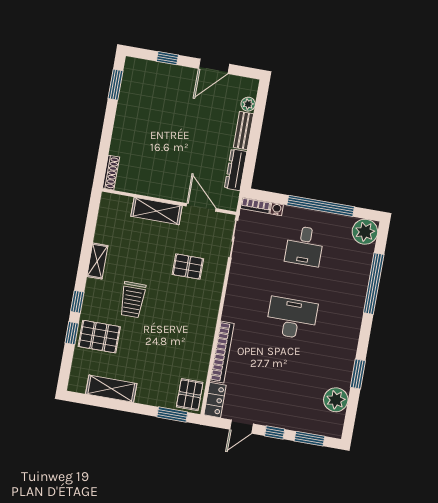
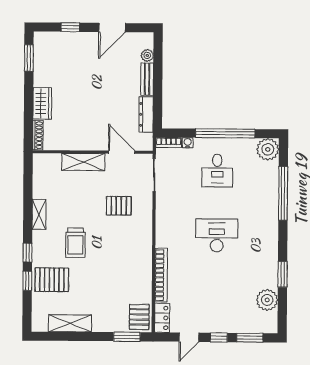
wardrobe: (122, 138) -> (42, 103), added

